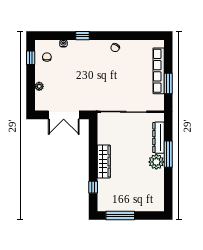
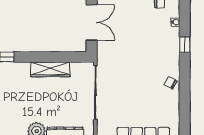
double door: (64, 115) -> (92, 22), swing flipped
wardrobe: (104, 161) -> (50, 69), moved

